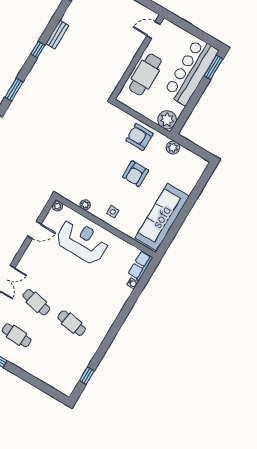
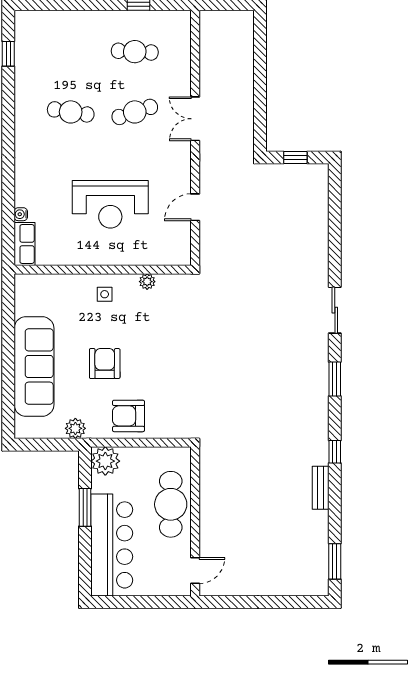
window: (213, 68) -> (85, 507), moved
armchair: (139, 137) -> (129, 416), turned 180
plant: (57, 206) -> (183, 258), removed
sofa: (162, 217) -> (34, 367), moved
reception desk: (82, 241) -> (110, 204), moved
cafe table: (36, 302) -> (135, 112), turned -30

